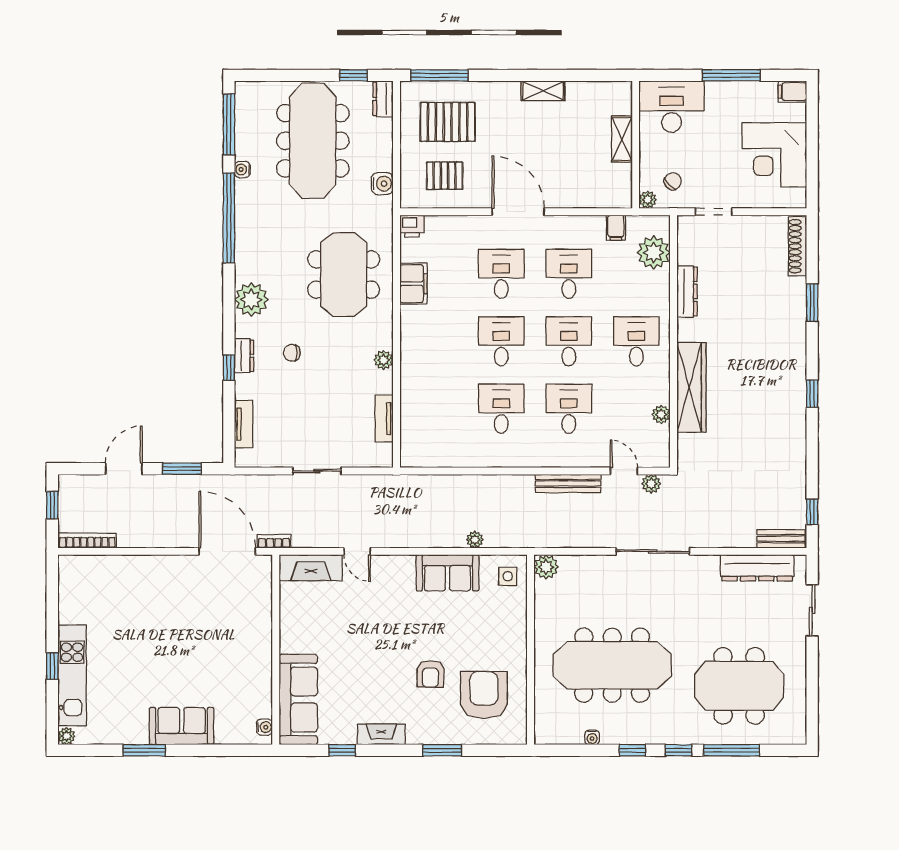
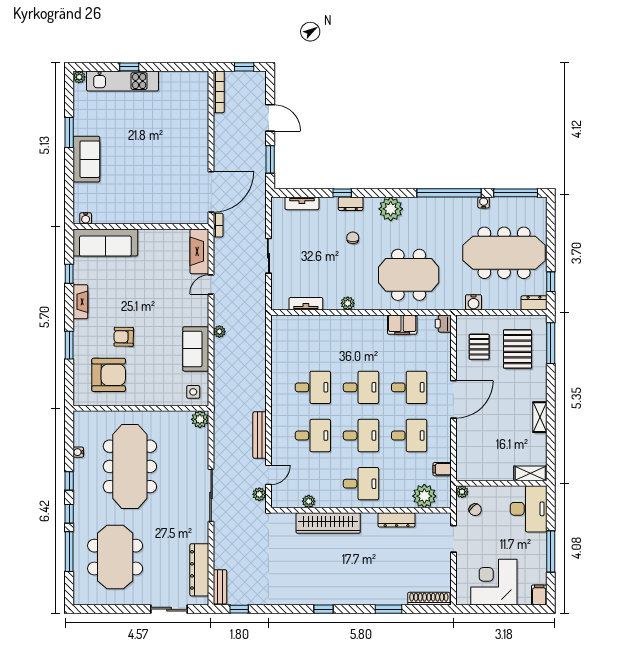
shelving: (622, 139) -> (530, 473), moved
plant: (475, 540) -> (219, 332), moved

